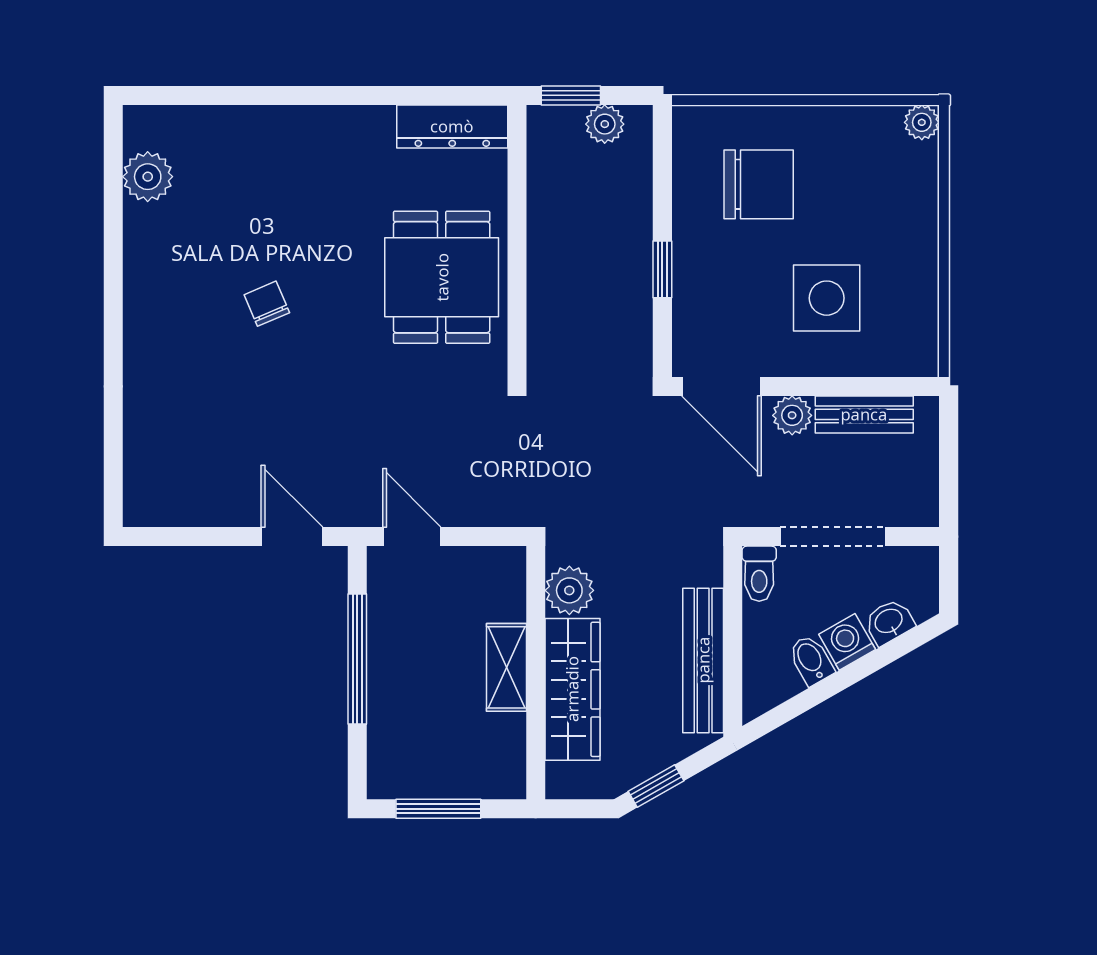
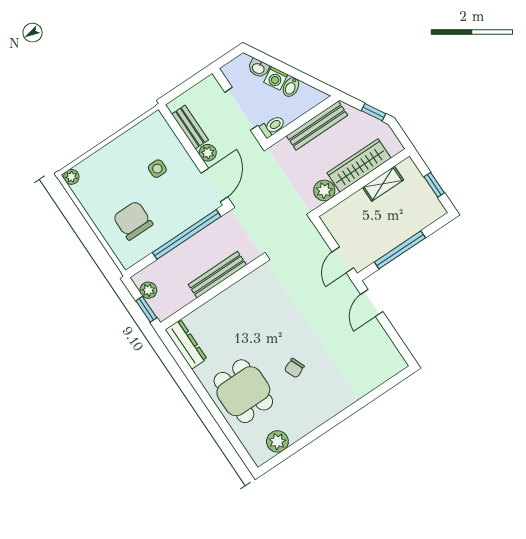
window: (662, 269) -> (187, 234), width x3.17
bench: (546, 276) -> (217, 275), added
dining table: (442, 277) -> (243, 391), moved, turned 90
side table: (827, 298) -> (157, 169), width x0.54, depth x0.54
shelving: (506, 667) -> (383, 184), moved
window: (438, 809) -> (434, 185), width x0.67

